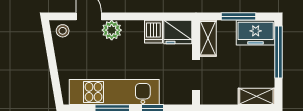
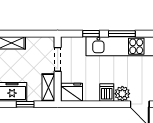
window: (239, 16) -> (25, 104), width x0.67
dishwasher: (153, 32) -> (107, 92), moved

